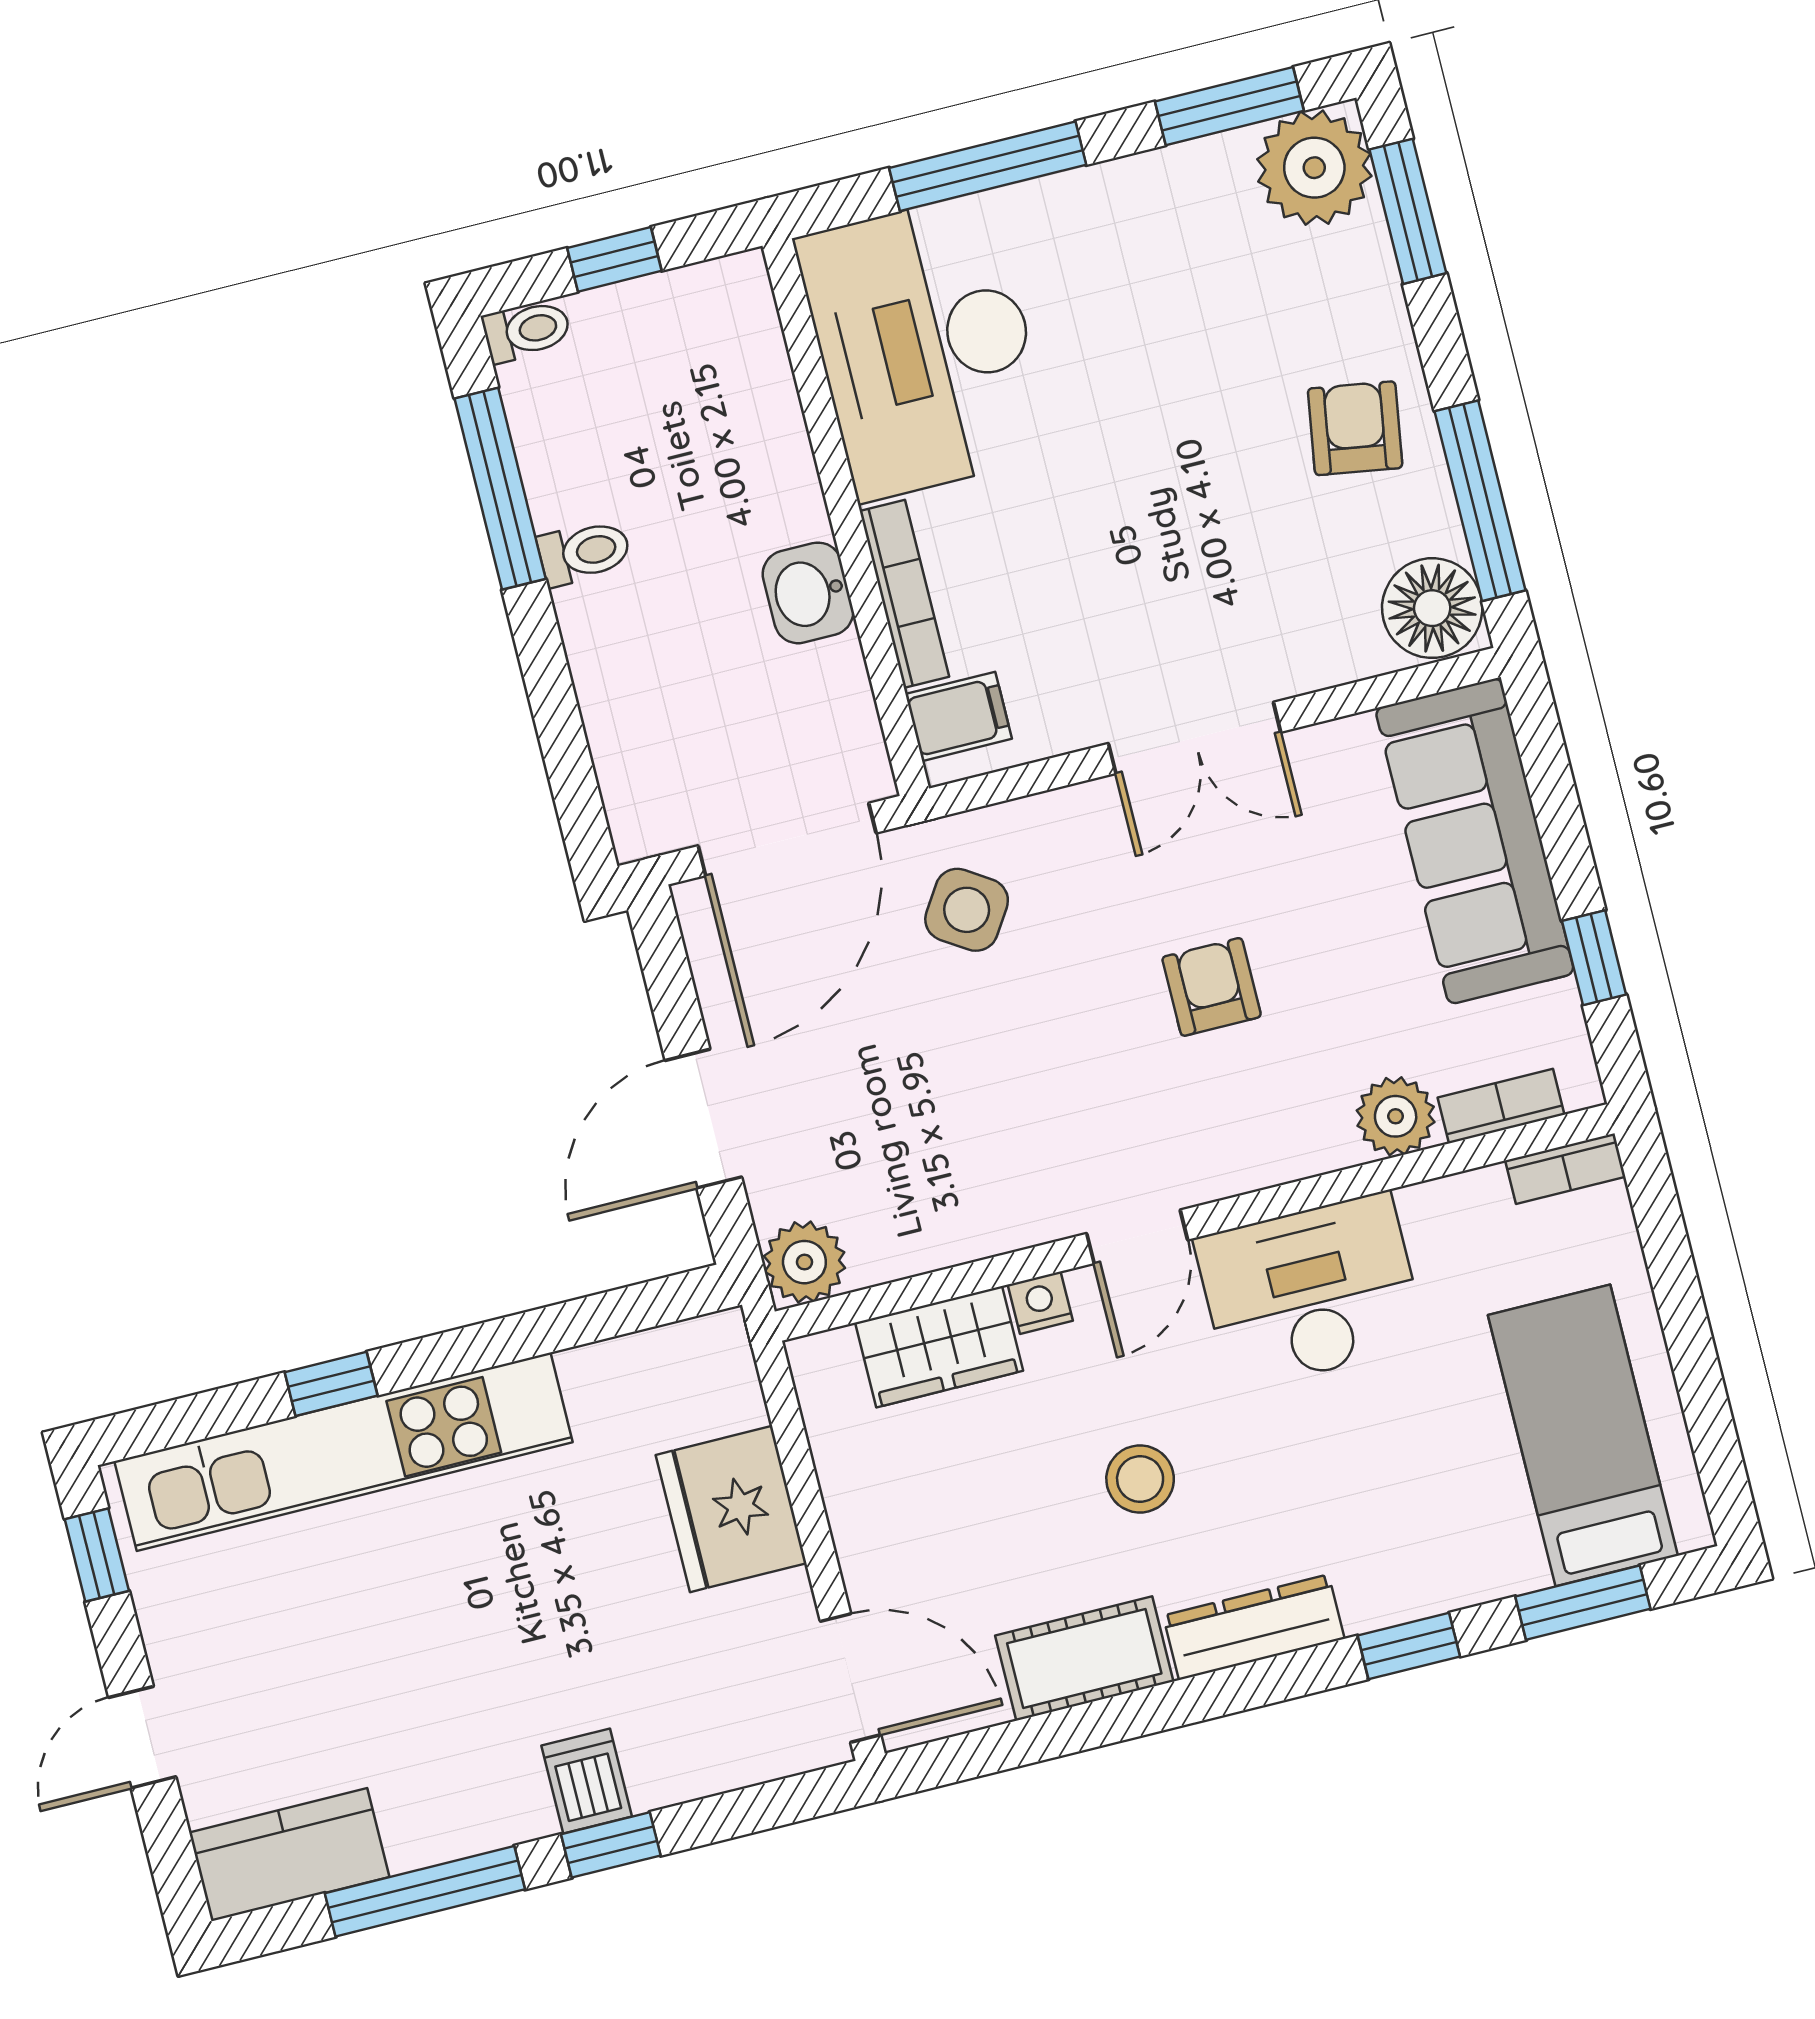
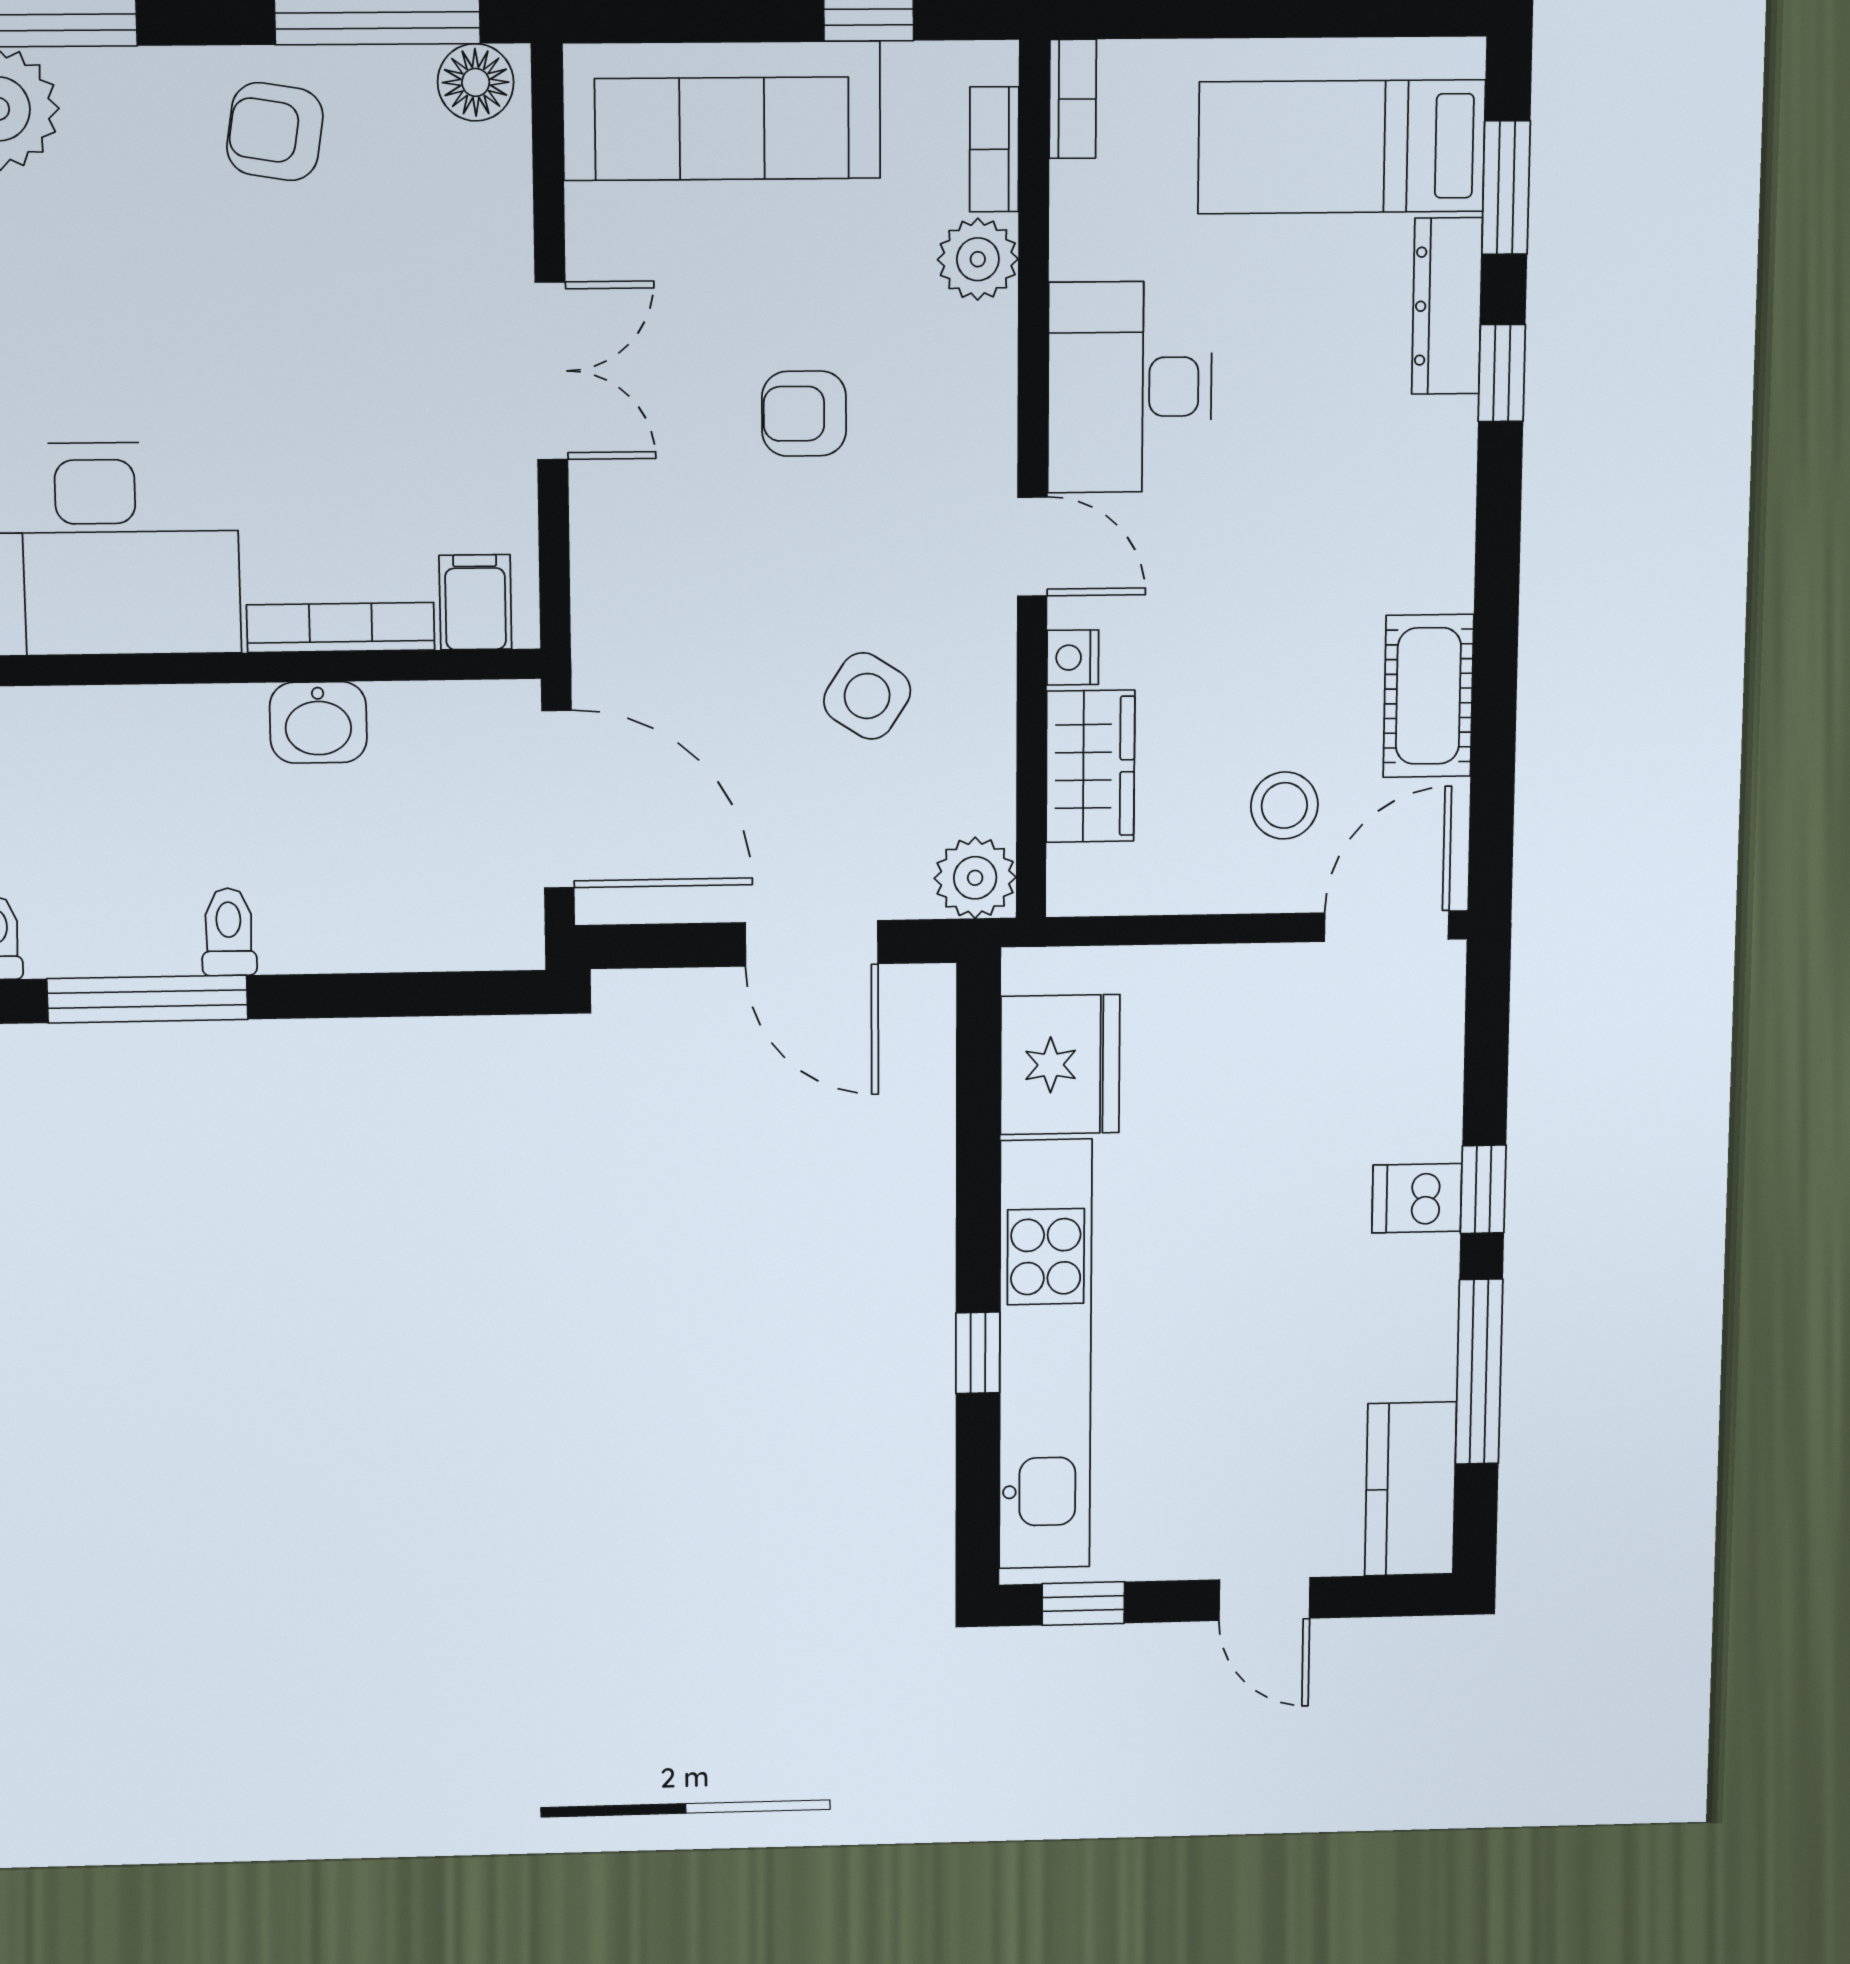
floor lamp: (1432, 608) -> (476, 82), width x0.73, depth x0.73
side table: (967, 910) -> (867, 696), moved
stool: (1140, 1479) -> (1284, 805), moved
fridge: (731, 1509) -> (1060, 1065), moved, turned -90
dresser: (1254, 1627) -> (1447, 306), moved

